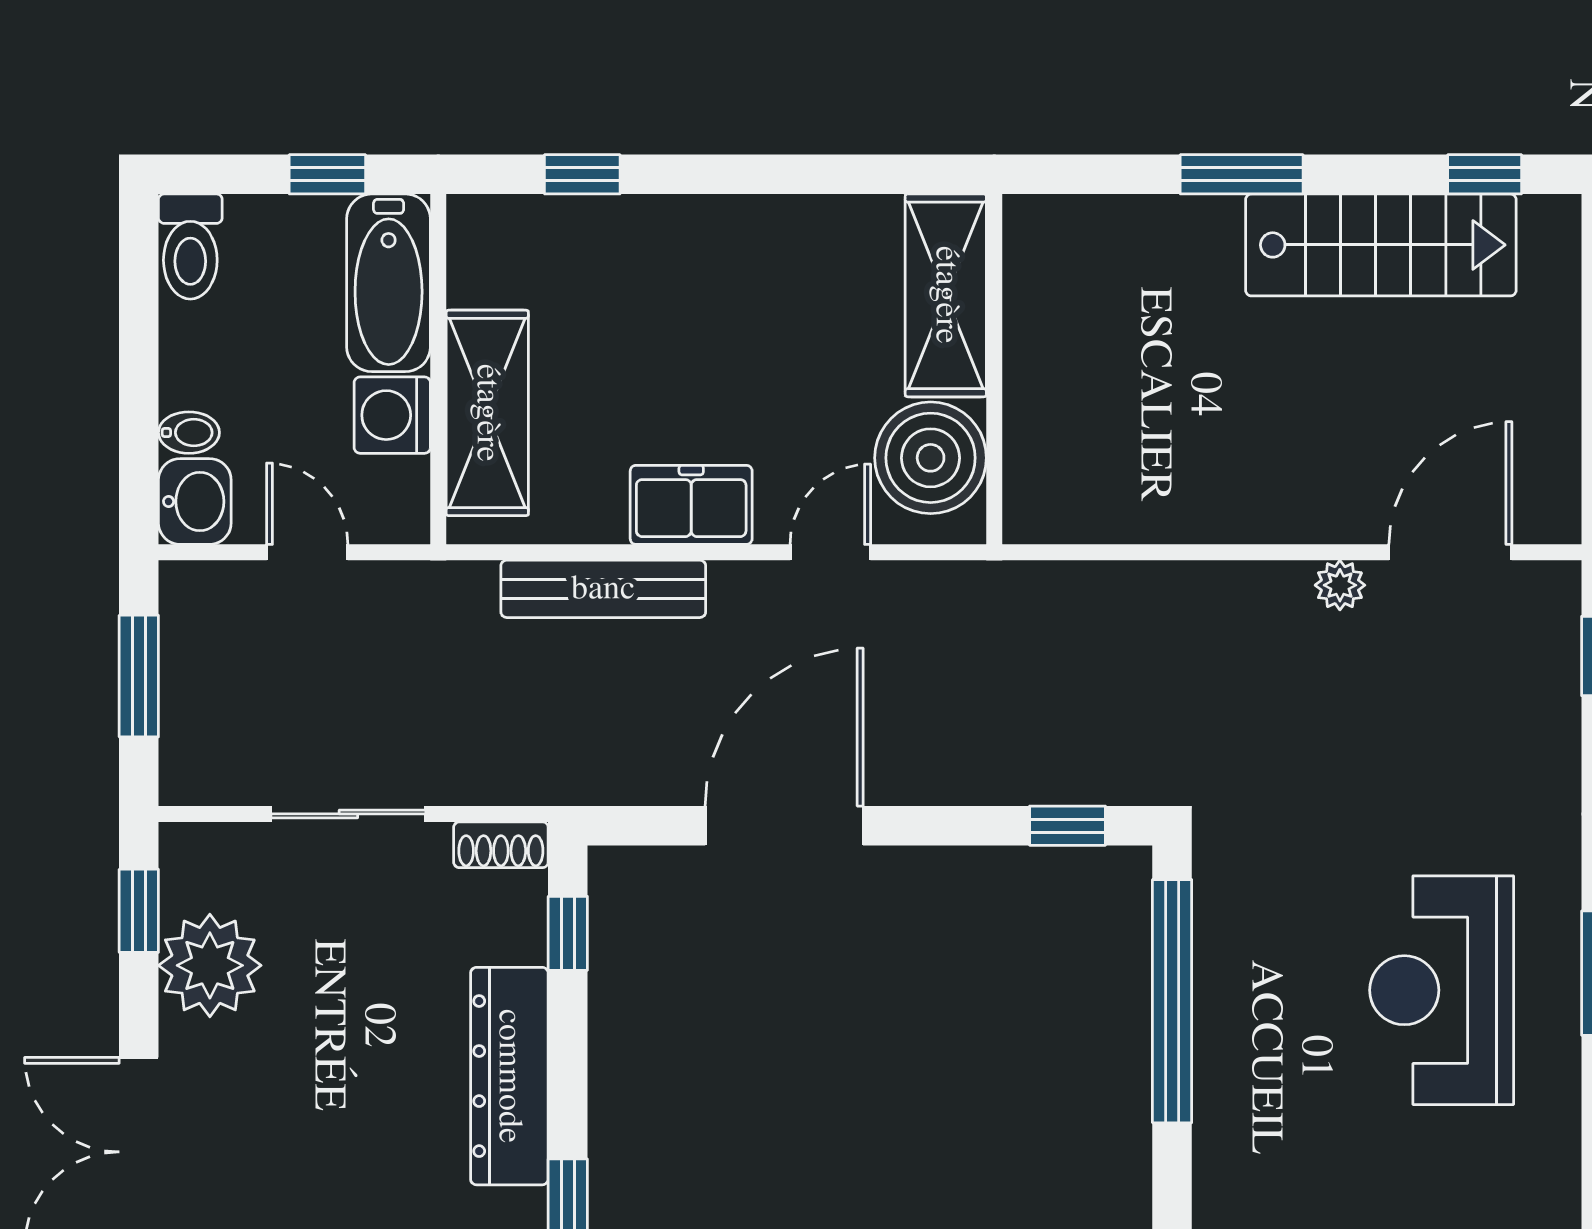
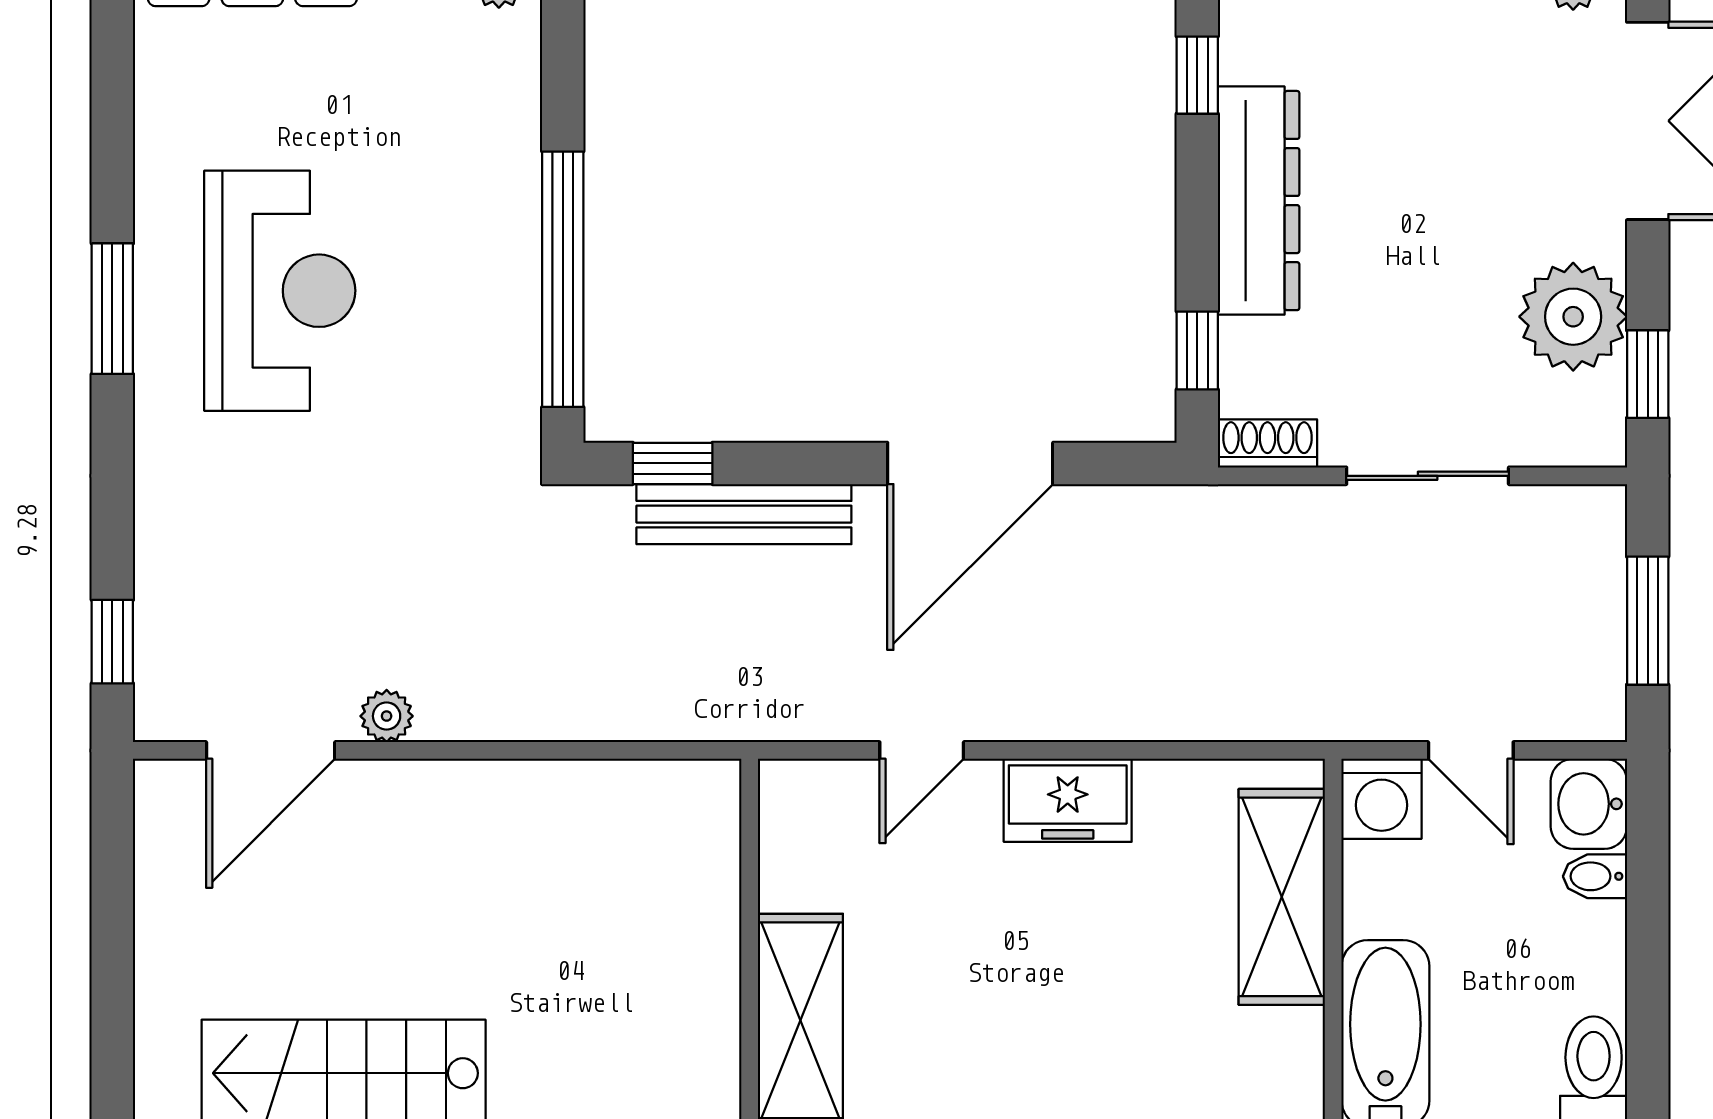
washing machine: (392, 415) -> (1382, 799), moved, turned 90
boiler: (931, 458) -> (816, 850), removed
bench: (603, 589) -> (744, 514), moved

